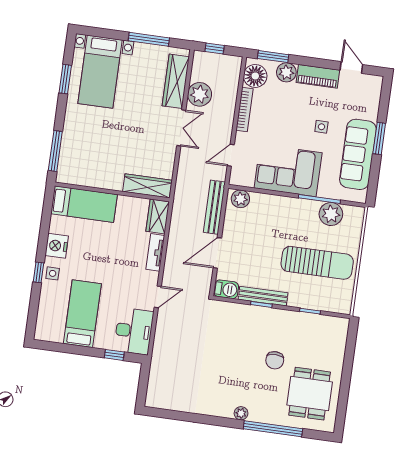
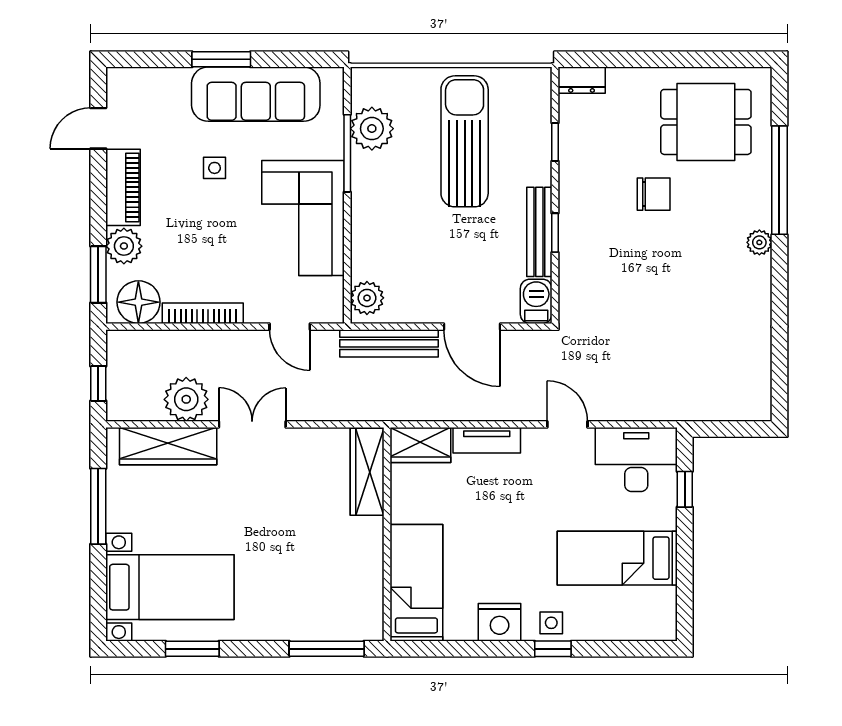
dresser: (341, 330) -> (582, 80), added

